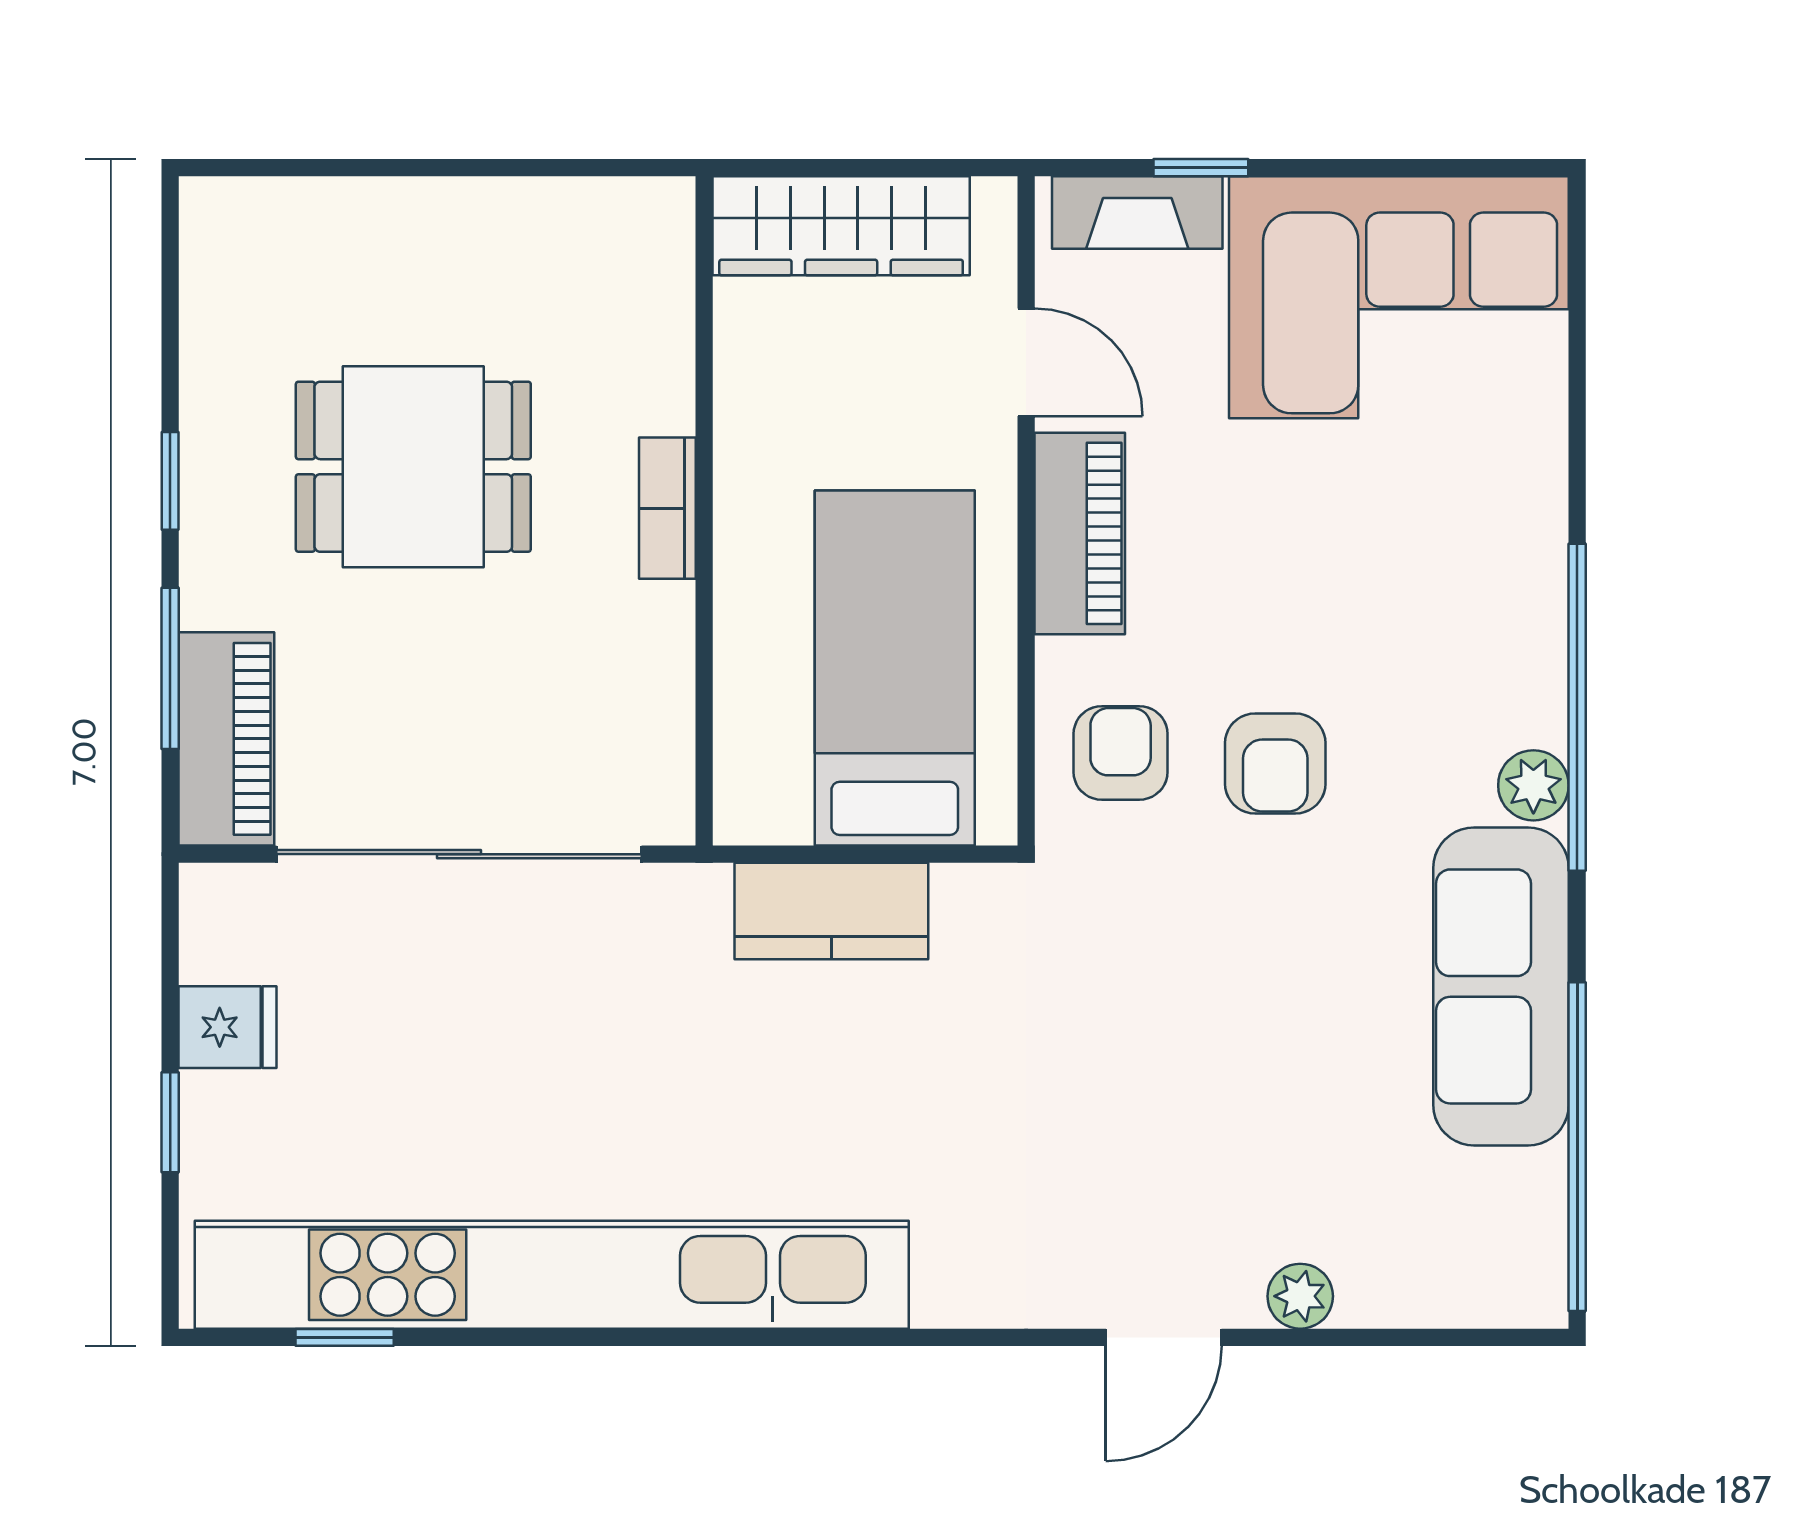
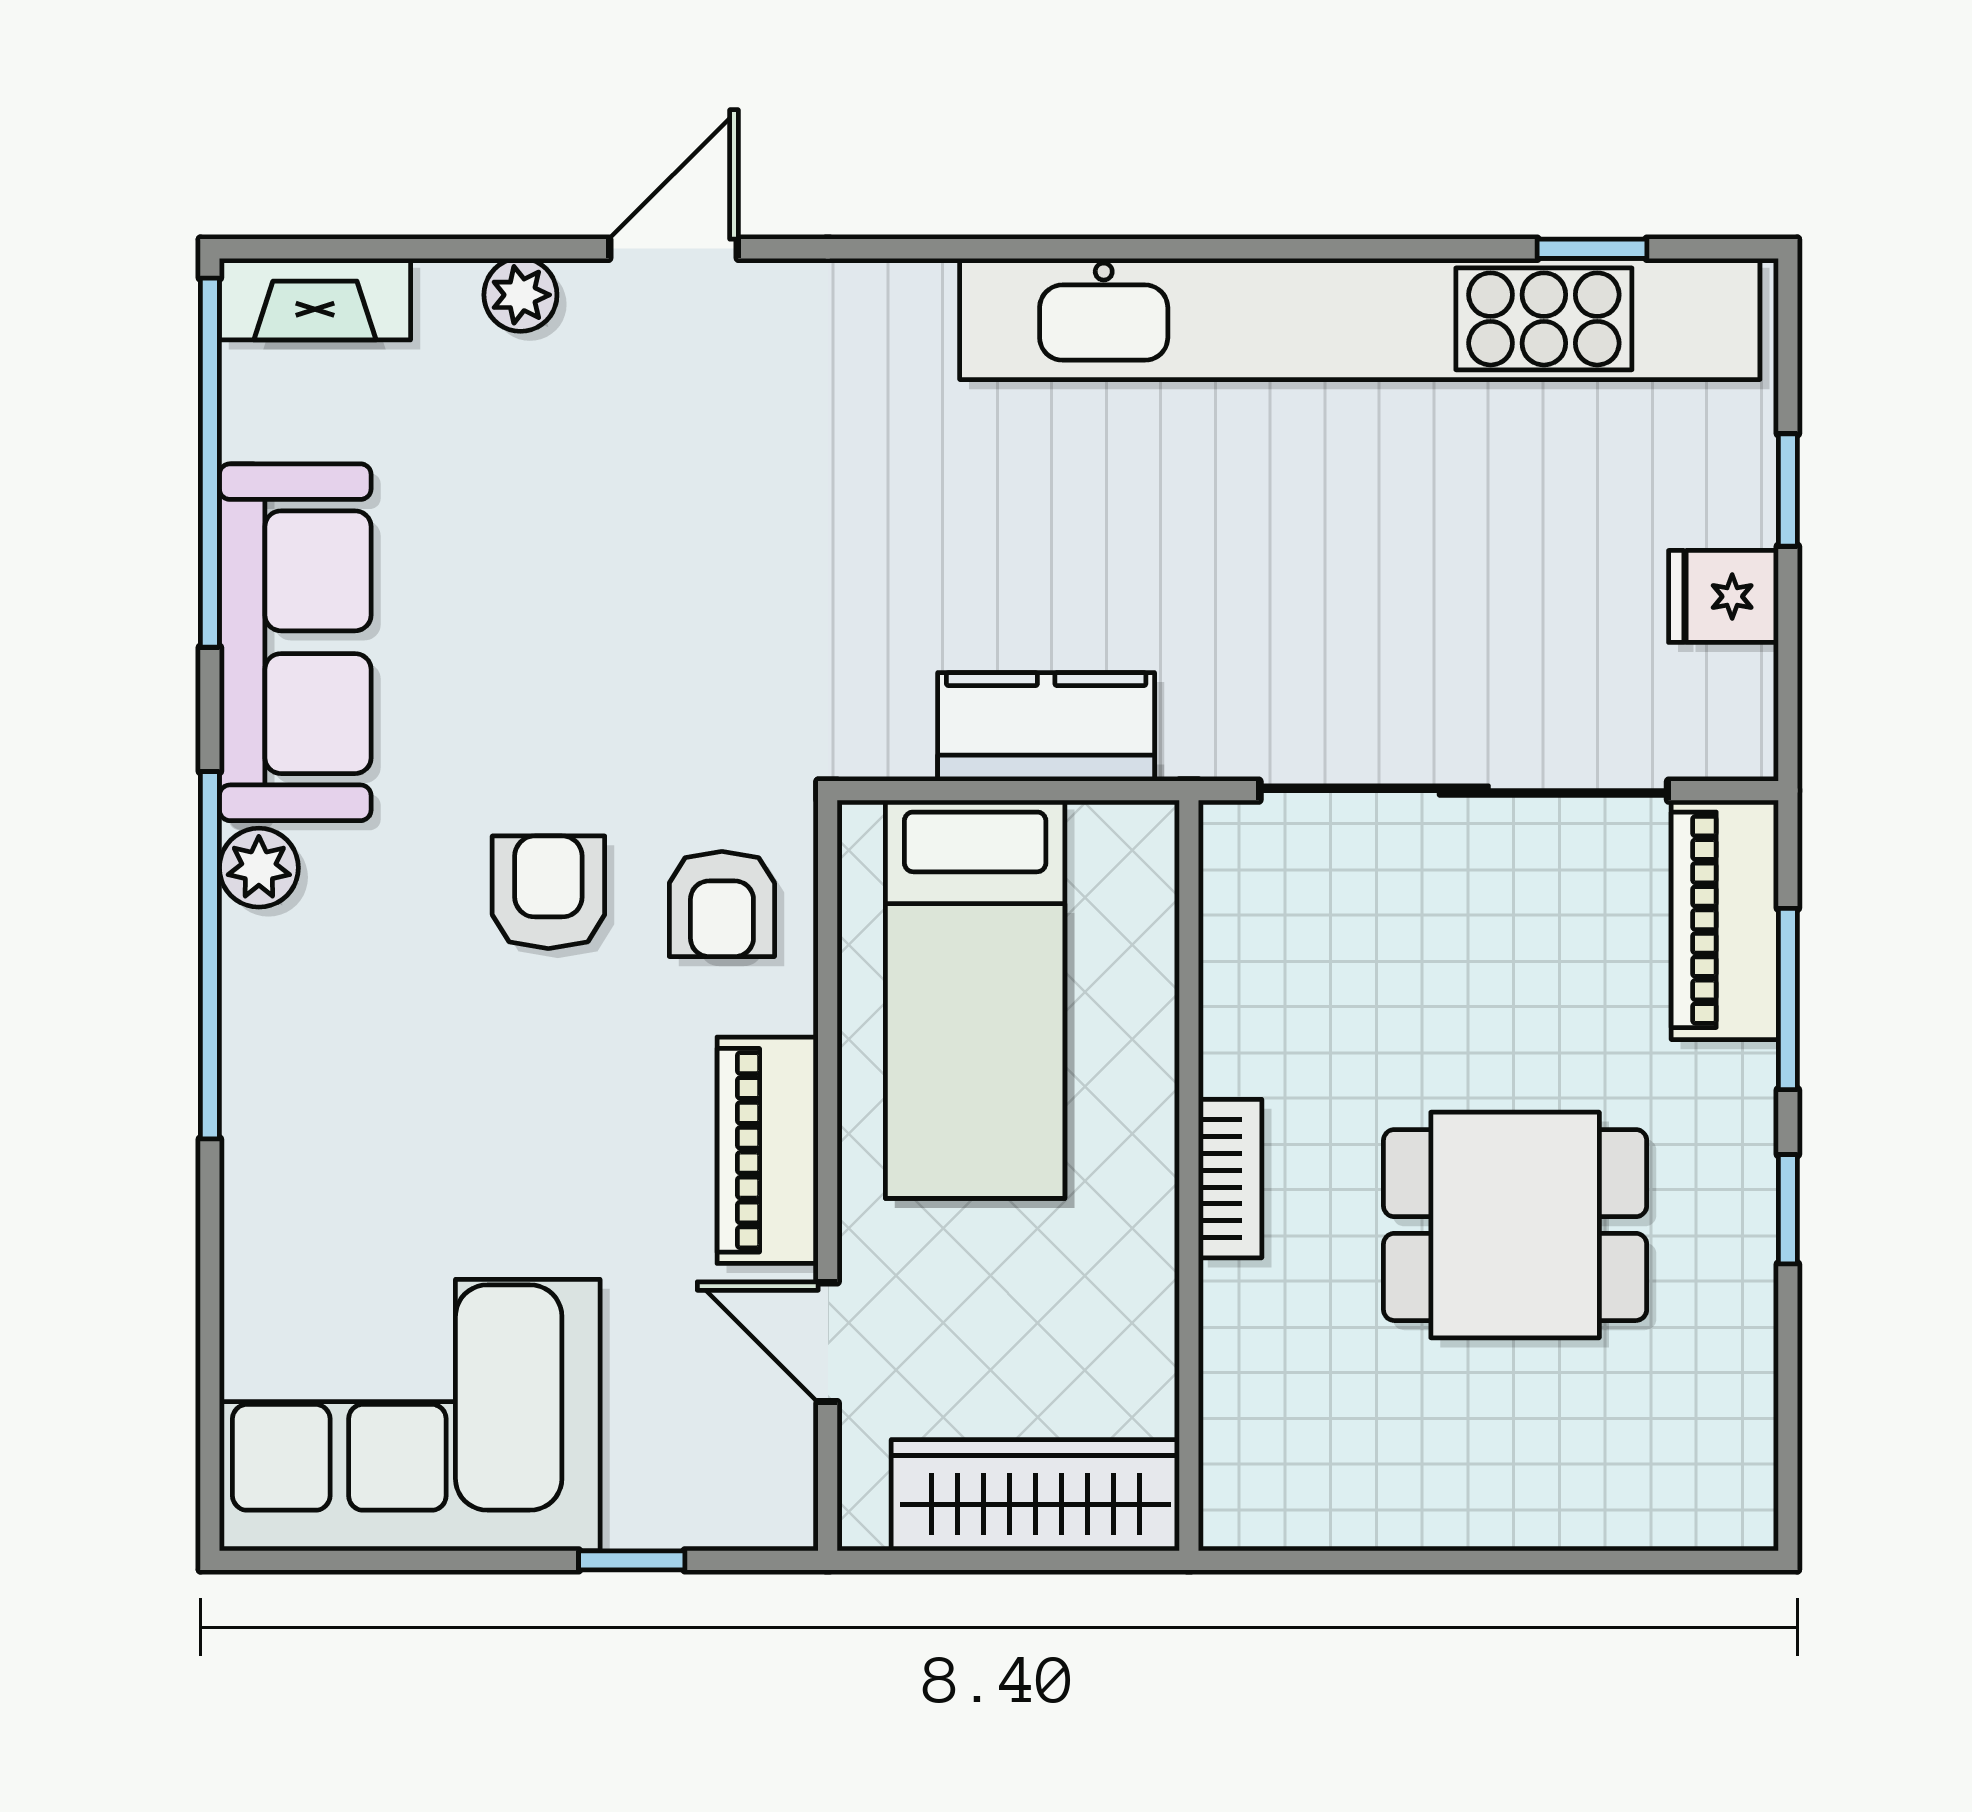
fireplace: (1137, 212) -> (315, 299), moved, turned 180

